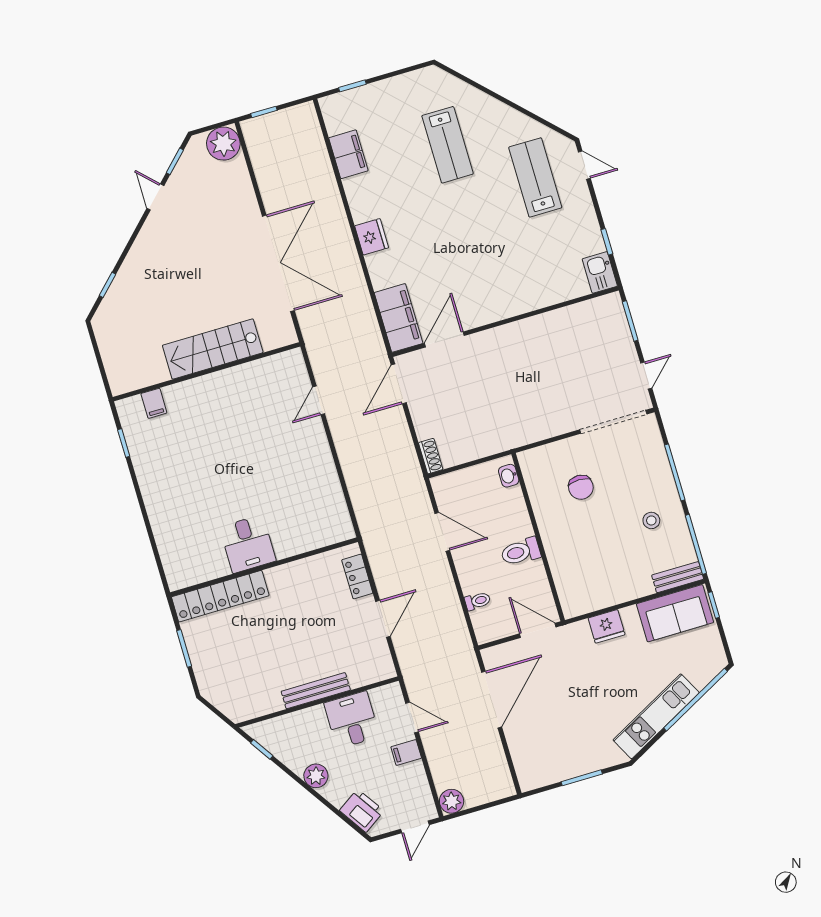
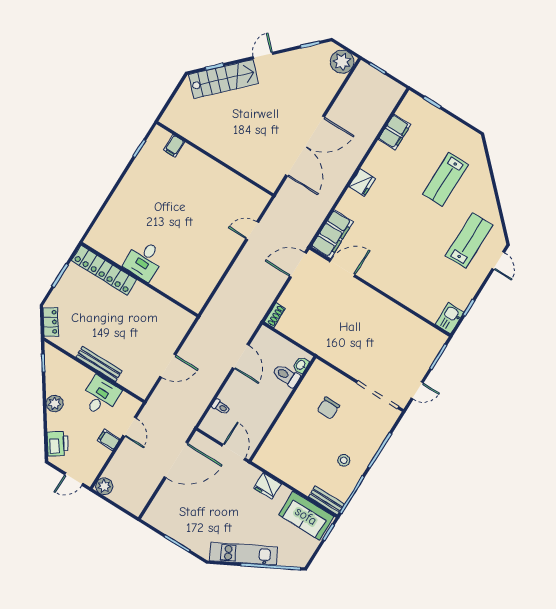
door: (155, 197) -> (263, 55), moved
stairs: (213, 349) -> (223, 79), moved, turned 135
toilet: (521, 552) -> (286, 375), moved
locker: (357, 576) -> (51, 322), moved, turned 146

